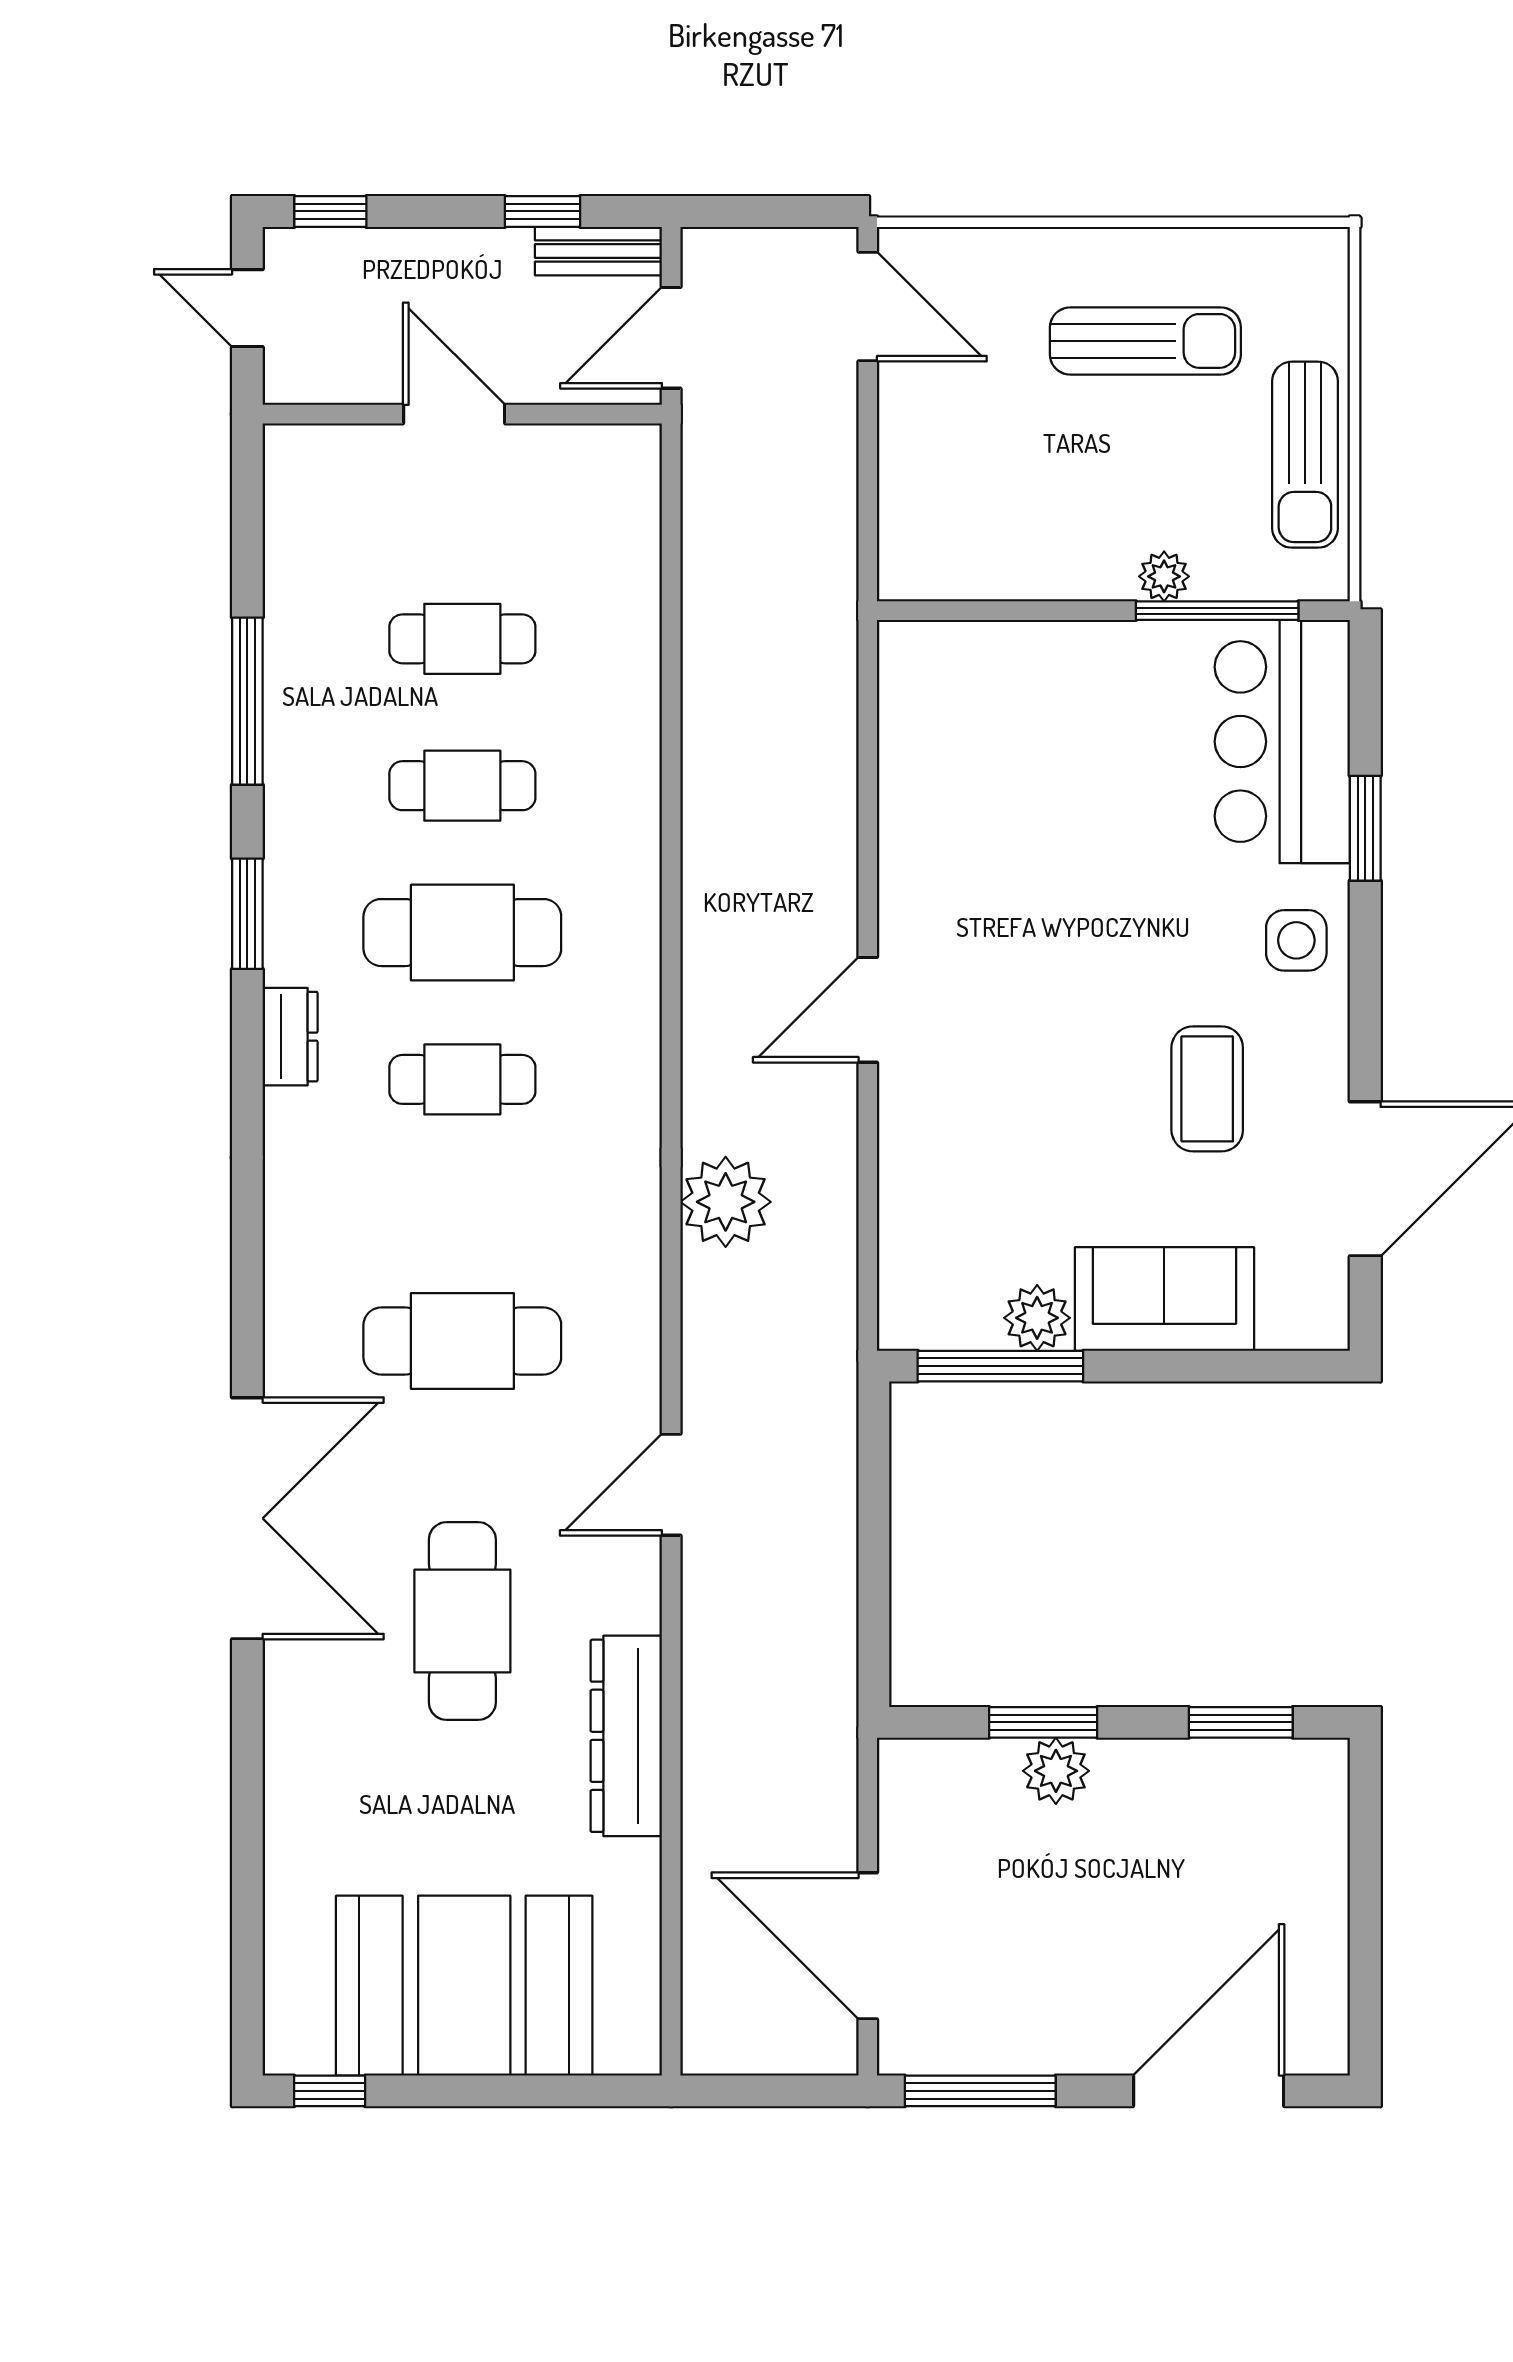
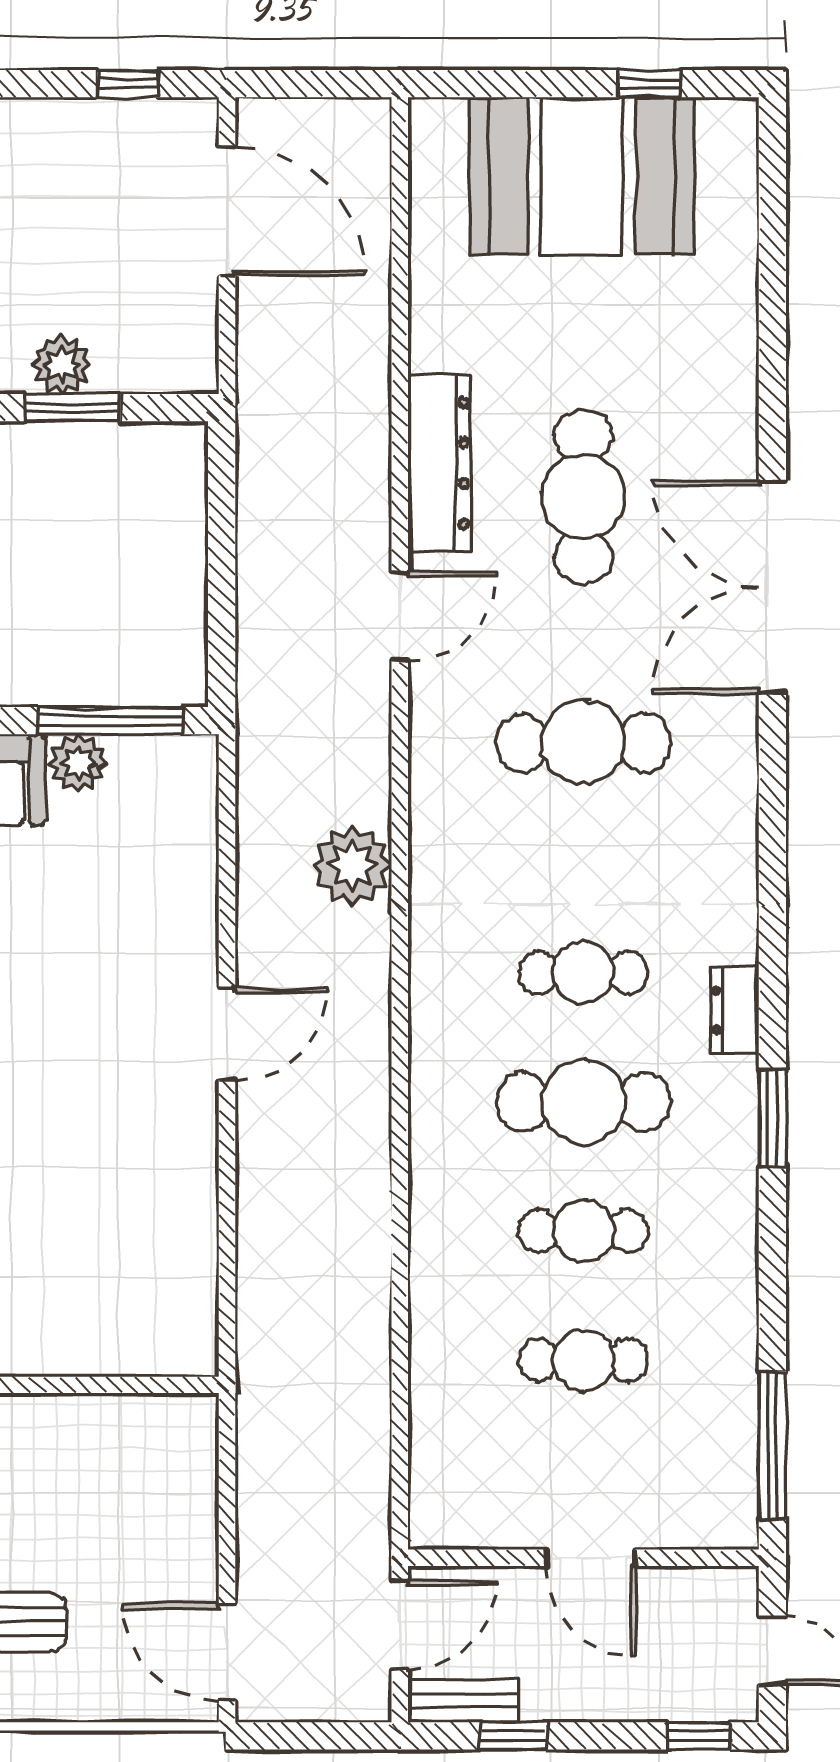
window: (247, 701) -> (772, 1445), moved
dresser: (626, 1736) -> (439, 463), moved
window: (330, 2091) -> (649, 84), moved
window: (980, 2091) -> (128, 84), width x0.46

